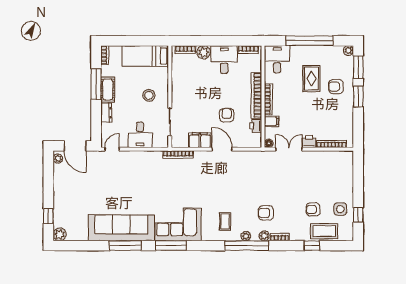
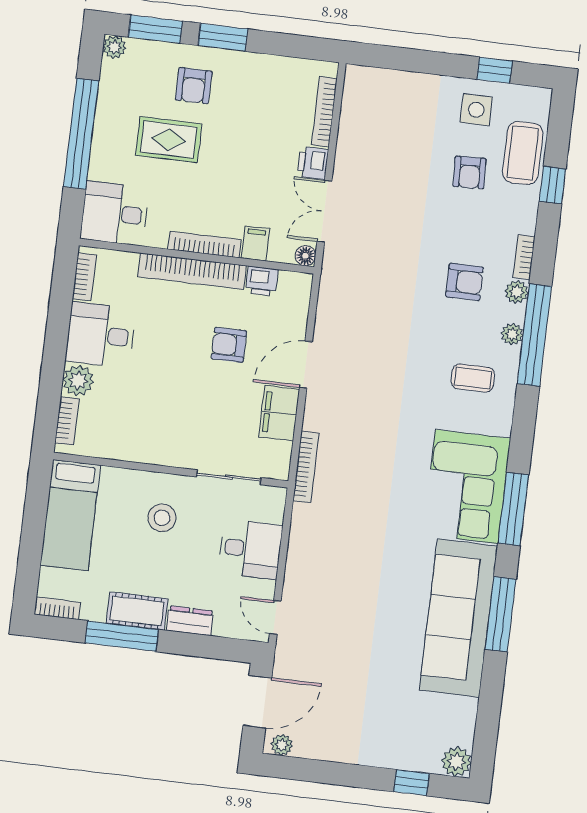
armchair: (266, 213) -> (464, 282), turned -90

